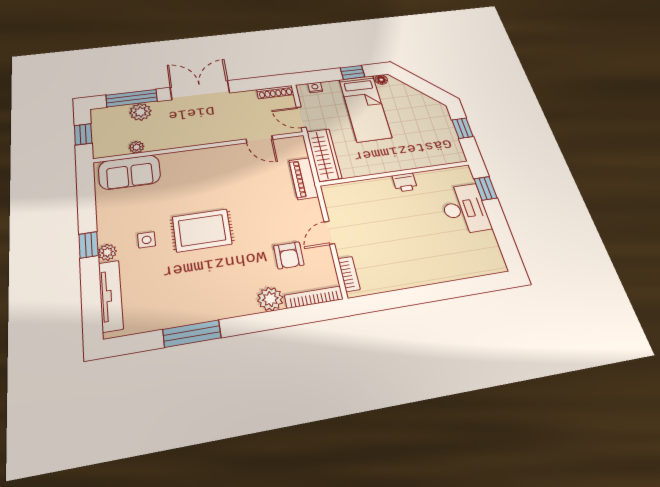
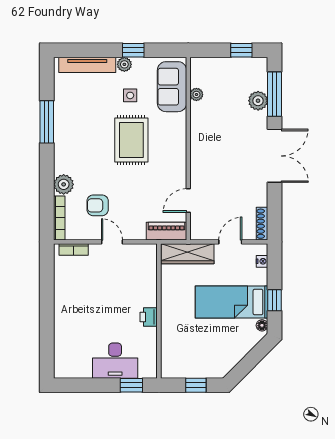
door: (259, 139) -> (188, 201), moved
plant: (137, 147) -> (196, 94), moved
wall: (200, 147) -> (188, 149), moved
sofa: (129, 172) -> (172, 87), moved

